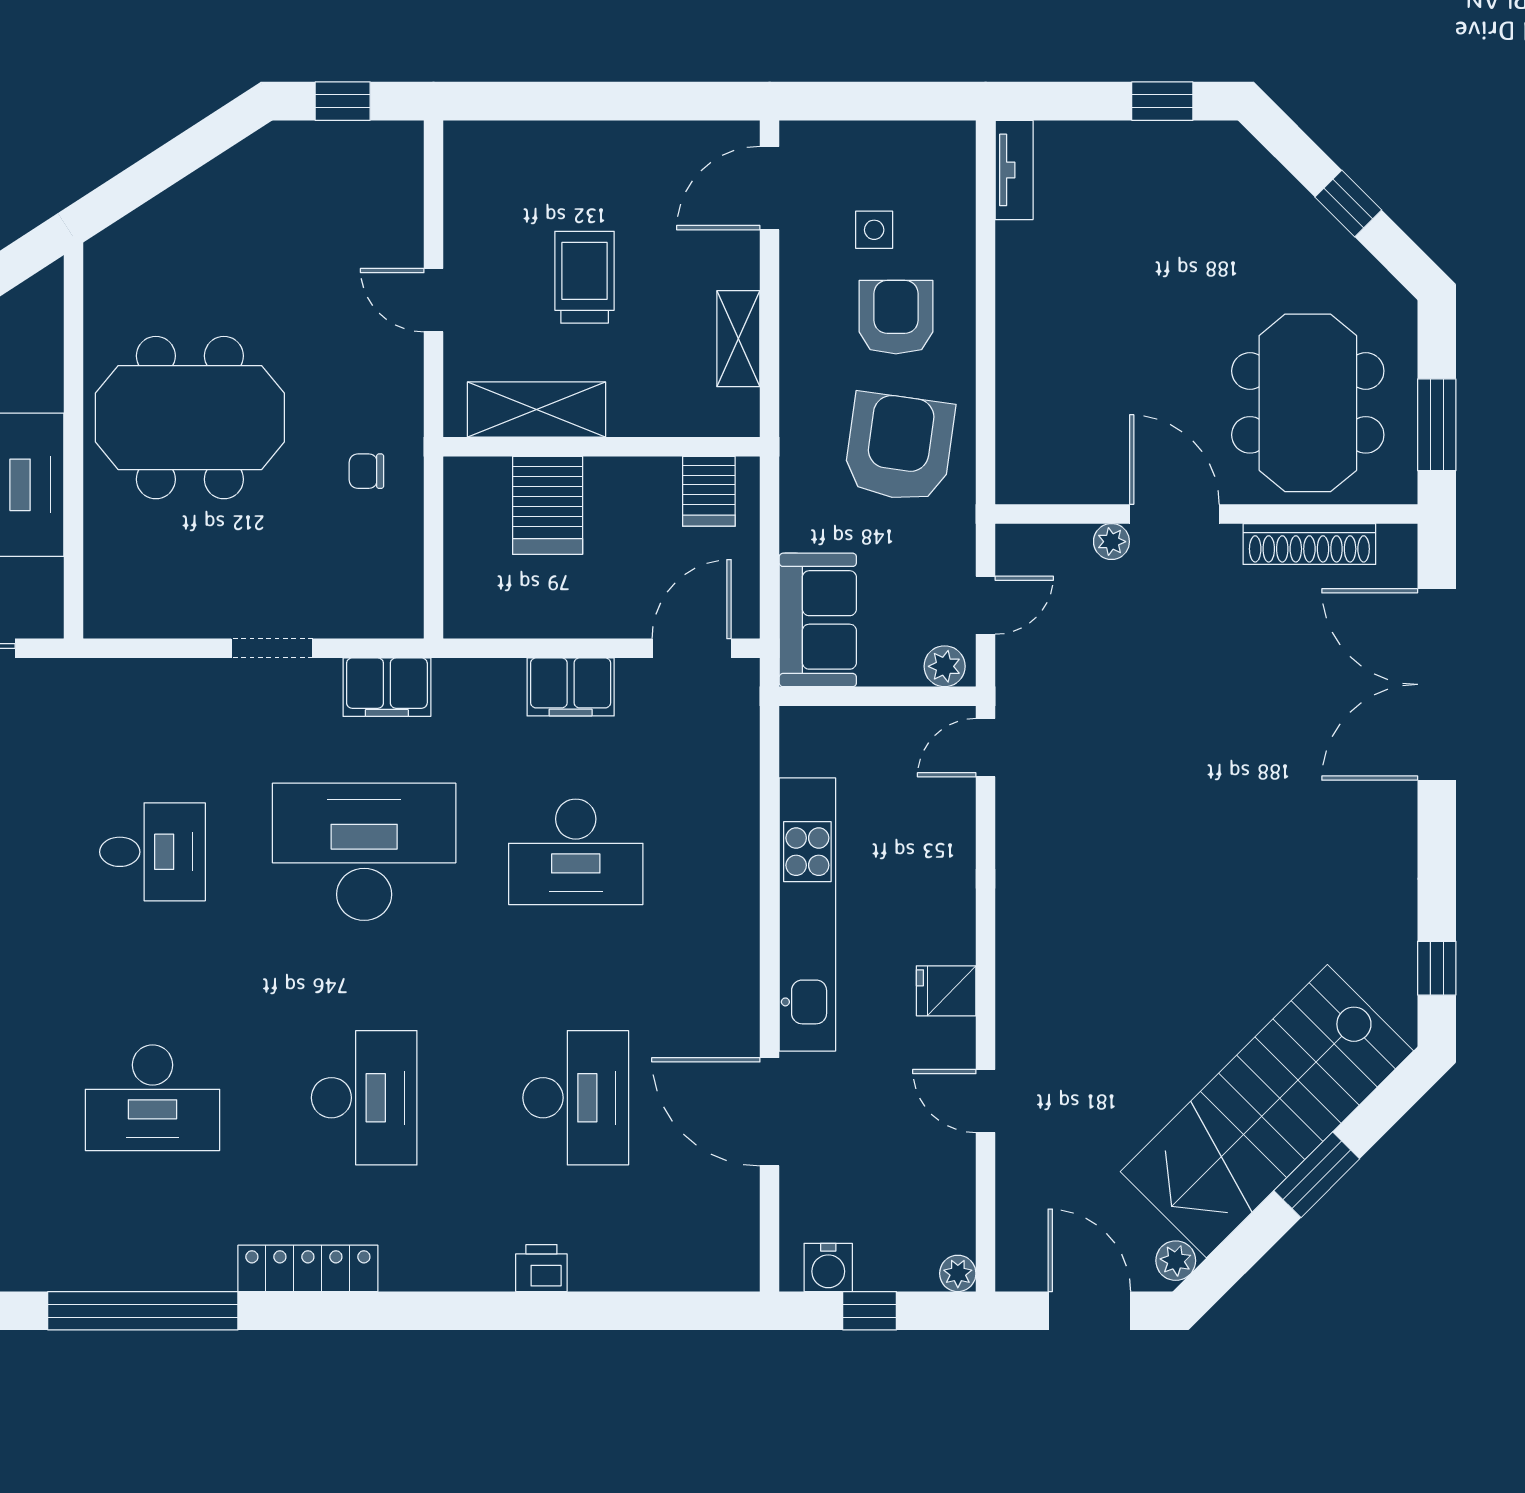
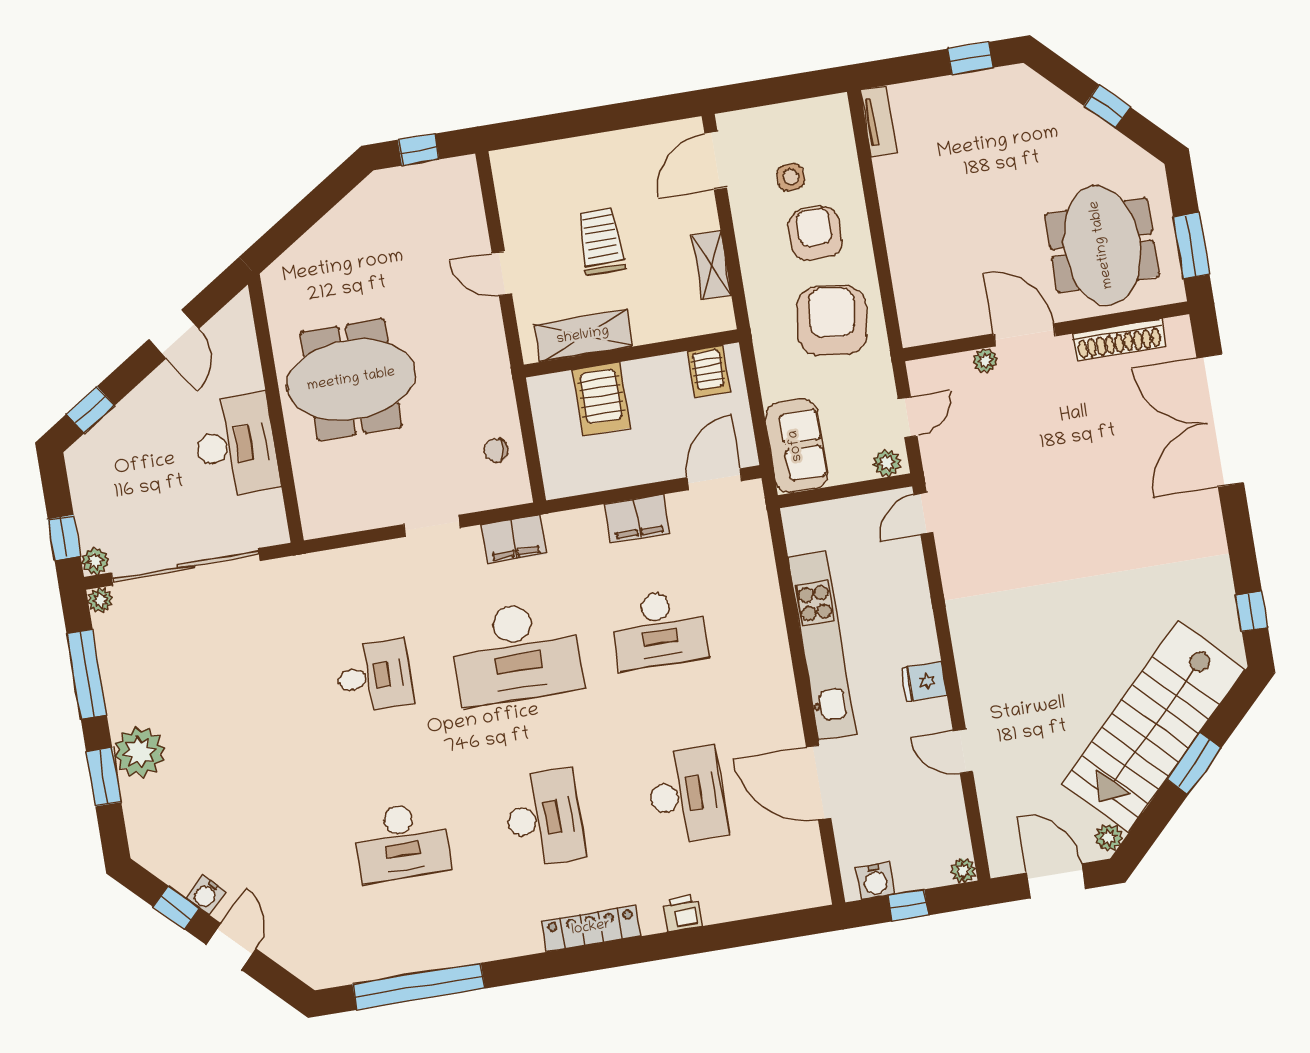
chair: (366, 471) -> (496, 450), moved
desk: (364, 852) -> (517, 653), turned 180
locker: (308, 1268) -> (591, 928), moved

